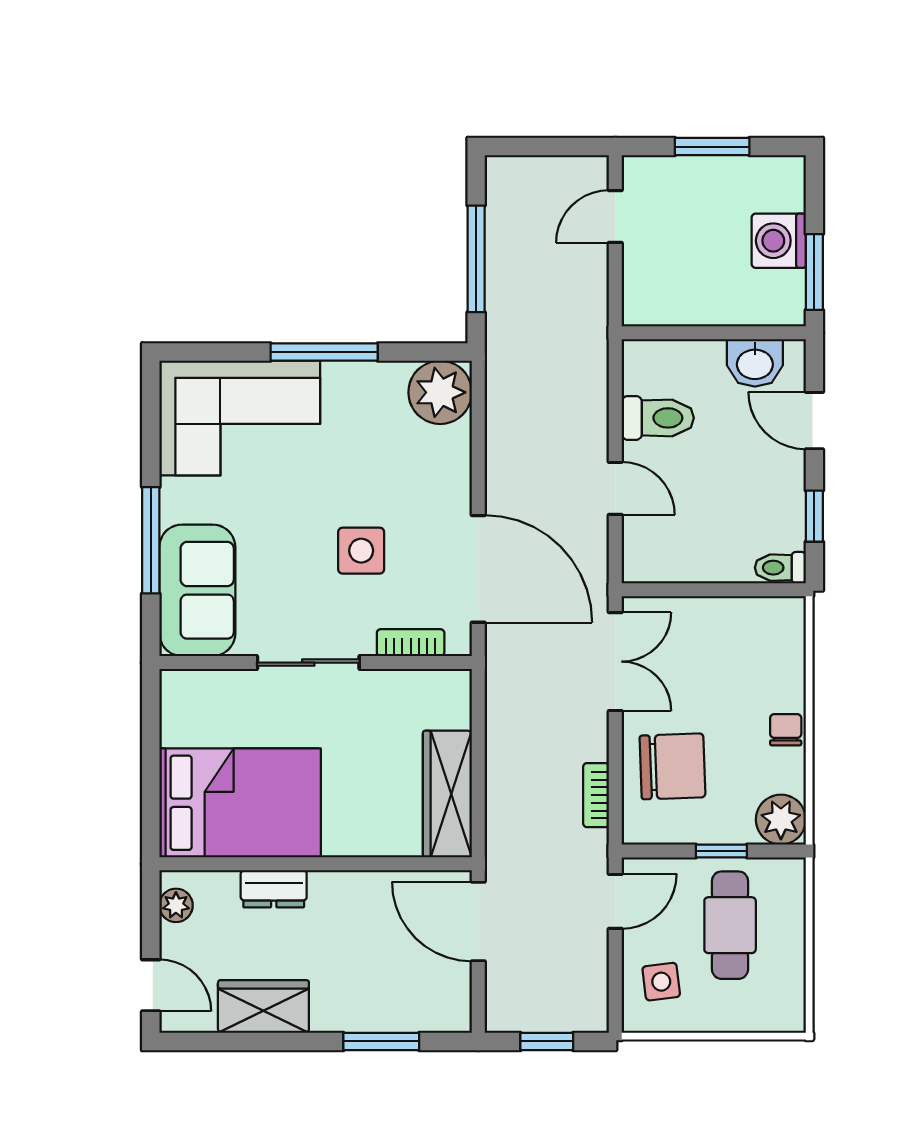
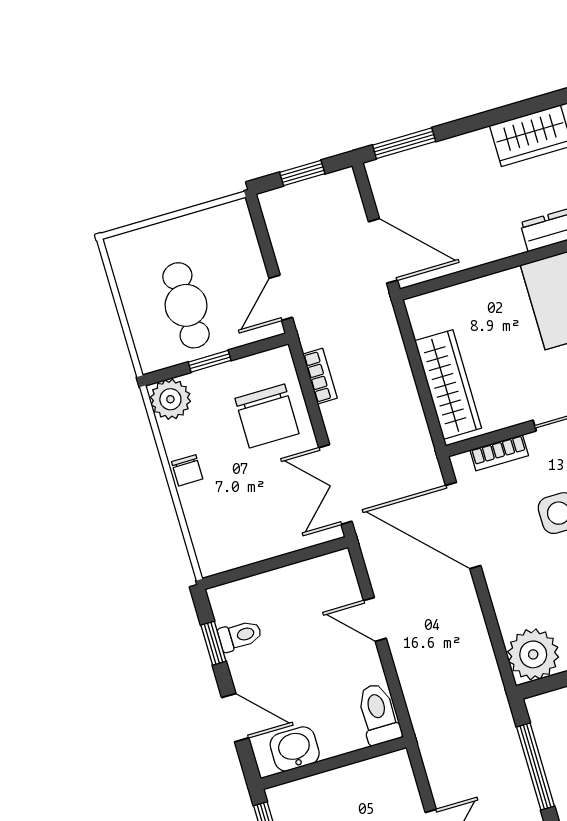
toilet: (658, 418) -> (379, 714), moved, turned 90
toilet: (780, 568) -> (240, 636), moved
chair: (672, 766) -> (267, 416), turned -88
wardrobe: (447, 794) -> (448, 384), moved
side table: (661, 982) -> (227, 246), removed
window: (381, 1041) -> (404, 143), moved

